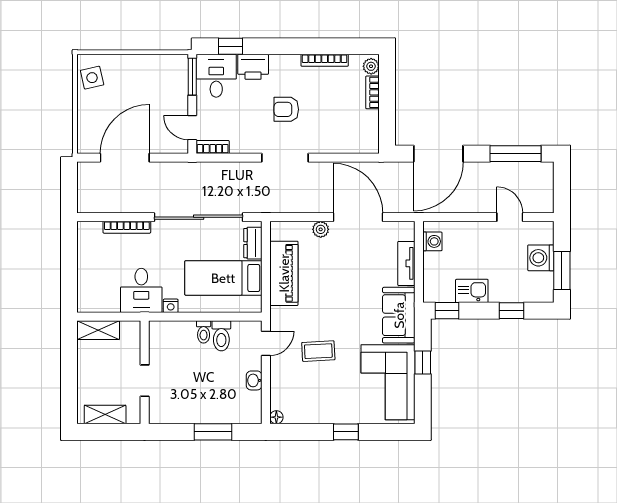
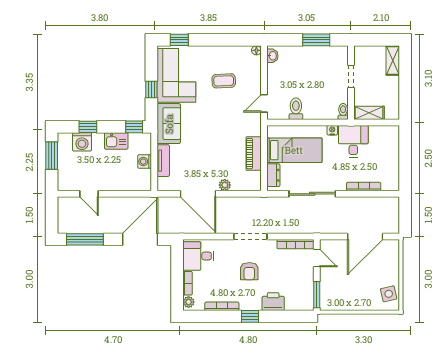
window: (230, 46) -> (250, 316), moved
desk: (216, 76) -> (198, 256), moved, turned 90
armchair: (286, 109) -> (249, 271), turned 90
bookcase: (213, 147) -> (295, 244), width x1.56
sliding door: (199, 217) -> (312, 194), width x0.73
washing machine: (432, 241) -> (145, 162), moved
washing machine: (541, 258) -> (82, 142), moved, turned 90
piano: (284, 273) -> (254, 154), width x0.73, depth x0.75
shelving: (98, 330) -> (369, 113), moved
toilet: (204, 332) -> (343, 112), moved
coffee table: (318, 351) -> (224, 81), moved
washbasin: (254, 380) -> (272, 56), moved
shelving: (105, 415) -> (393, 60), moved, turned 90
window: (213, 432) -> (316, 40), moved
window: (346, 432) -> (179, 40), moved

